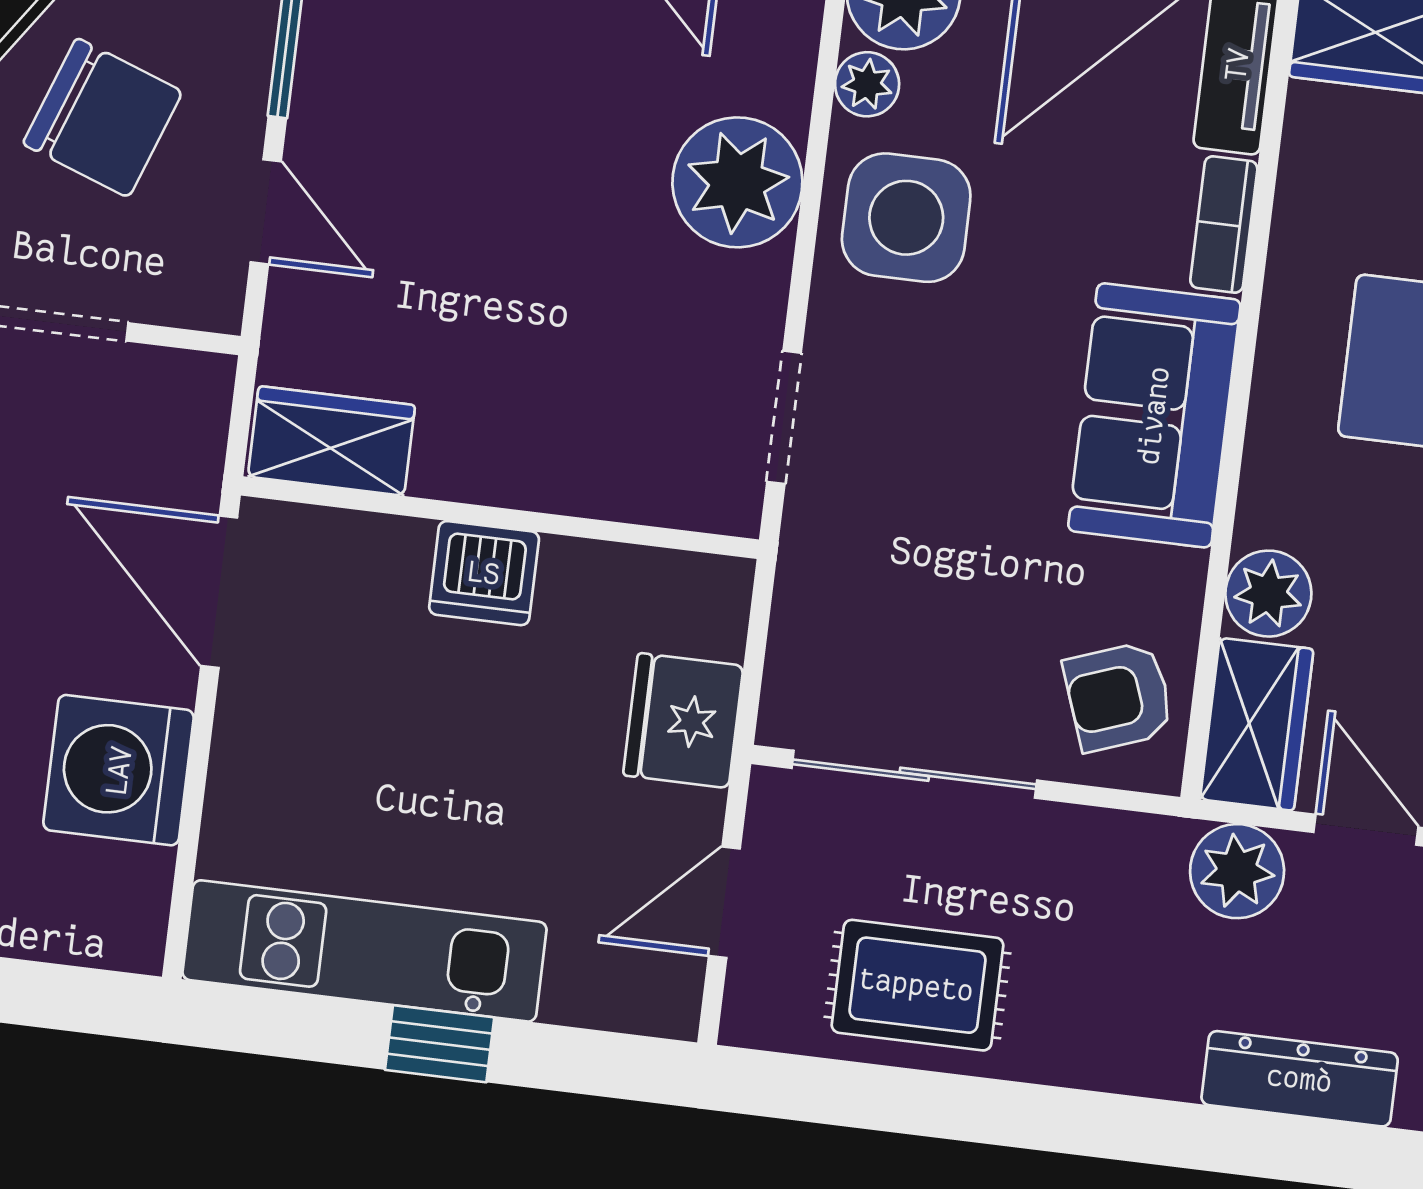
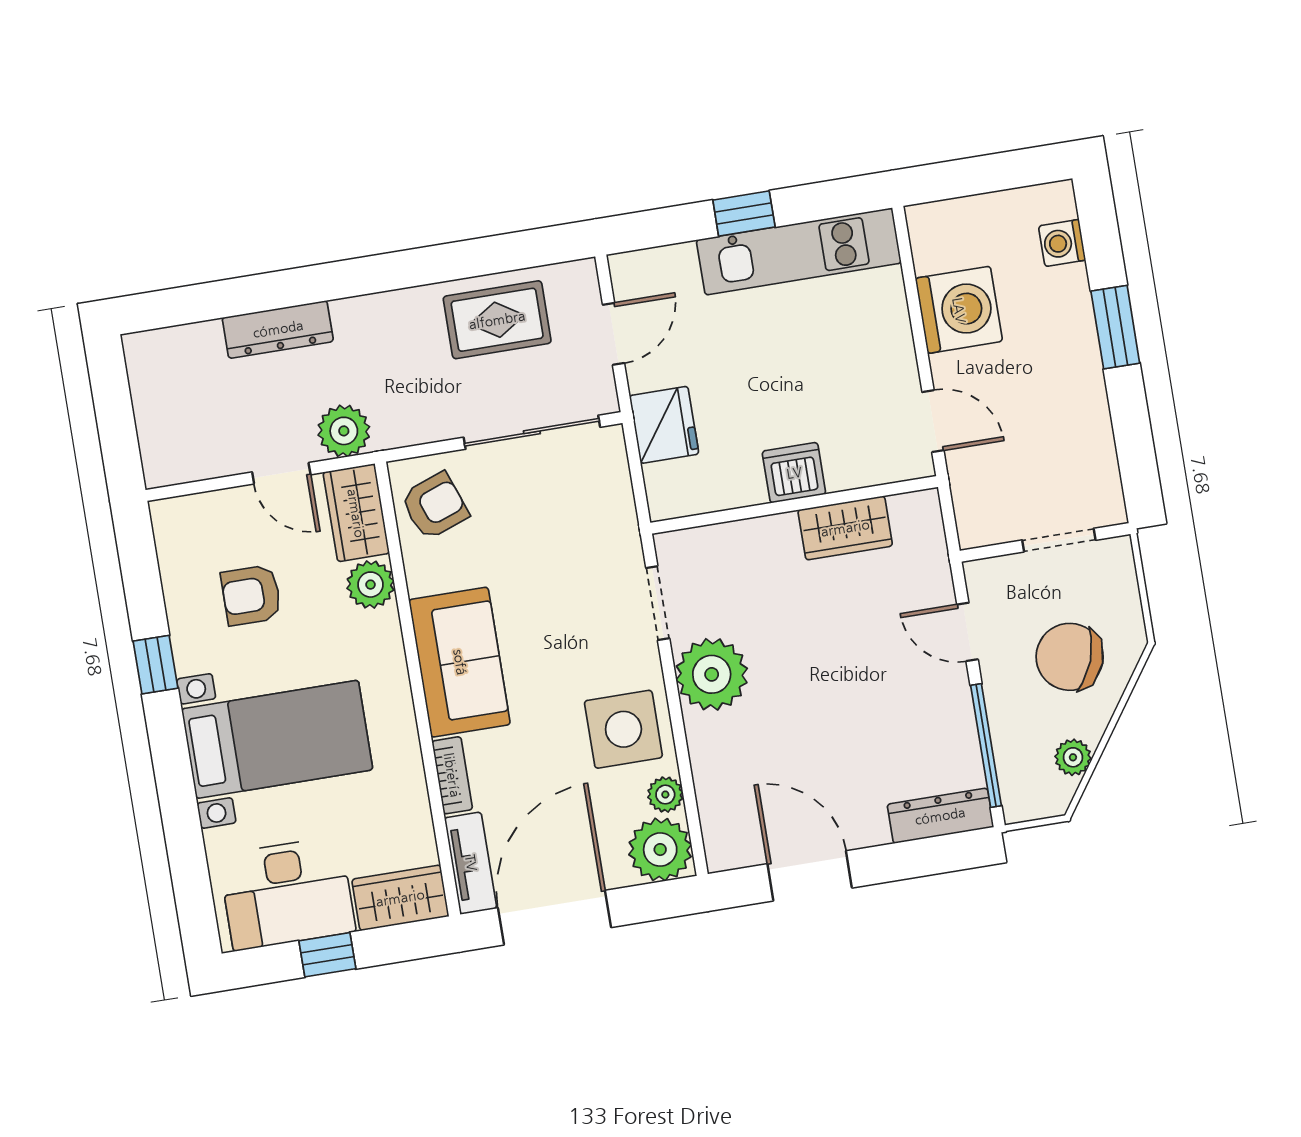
plant: (737, 182) -> (712, 674), moved
wardrobe: (331, 441) -> (845, 528), moved
door: (219, 592) -> (933, 421), width x0.73

